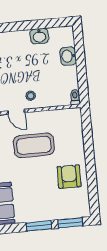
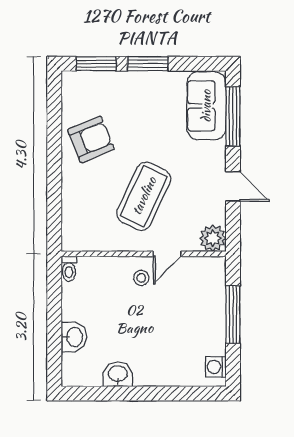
door: (16, 112) -> (167, 254), swing flipped
coffee table: (34, 145) -> (144, 196), turned -65
armchair: (69, 177) -> (91, 139), turned -112

